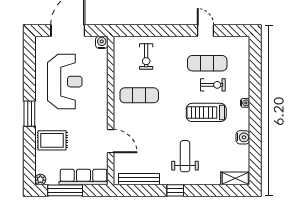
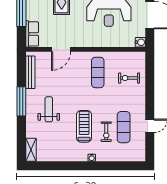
water cooler: (243, 137) -> (64, 156), removed
weight bench: (185, 156) -> (49, 109), turned -90
row of seats: (83, 177) -> (32, 34), width x0.68
window: (175, 190) -> (21, 101), width x2.17

